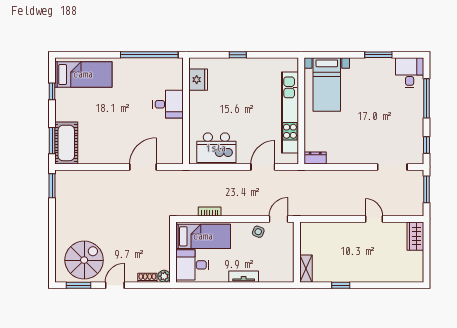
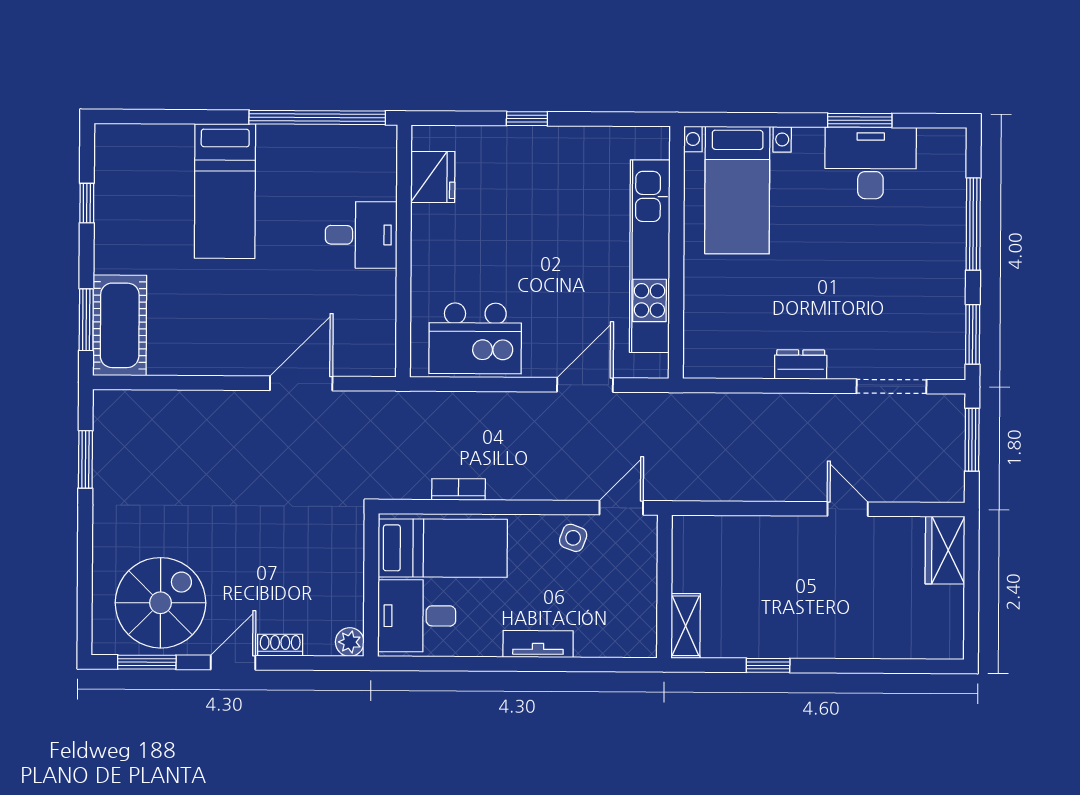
desk: (410, 73) -> (871, 163), moved, width x1.37
bed: (83, 74) -> (225, 191), moved, turned 90
window: (426, 145) -> (973, 334), width x1.50
dresser: (315, 158) -> (801, 364), moved
window: (52, 186) -> (85, 459), moved
shoe rack: (147, 278) -> (280, 645), moved

